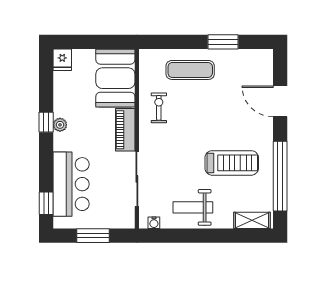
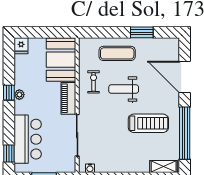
door: (280, 101) -> (185, 77), width x1.36
weight bench: (193, 207) -> (124, 89), moved

